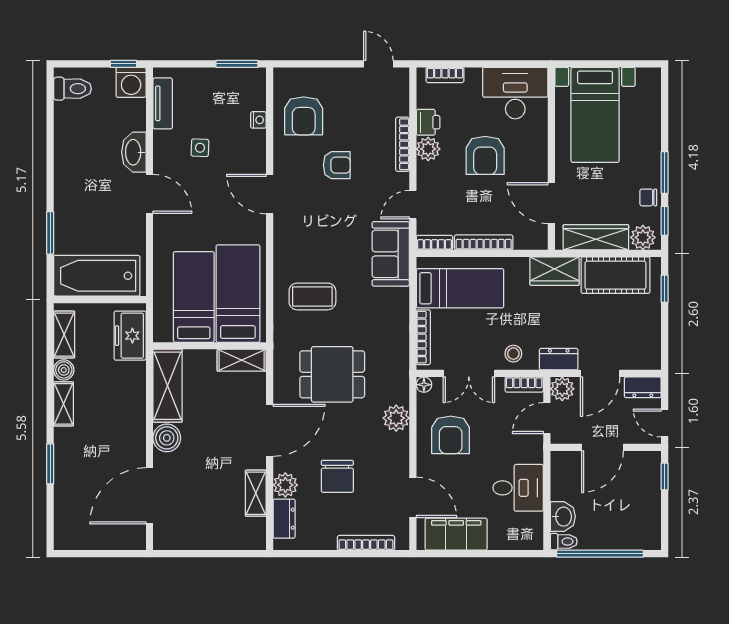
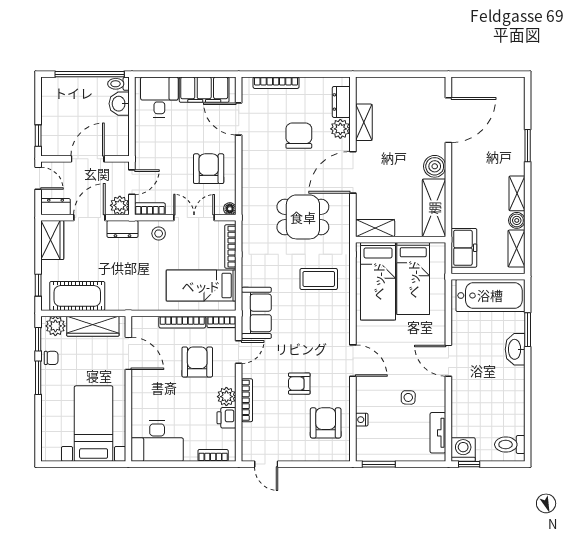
washbasin: (134, 152) -> (515, 349), moved, turned 180
armchair: (485, 155) -> (197, 362), moved
wardrobe: (555, 271) -> (52, 240), moved, turned 90
plant: (396, 418) -> (252, 182), removed
desk: (518, 488) -> (159, 97), moved, turned 90

